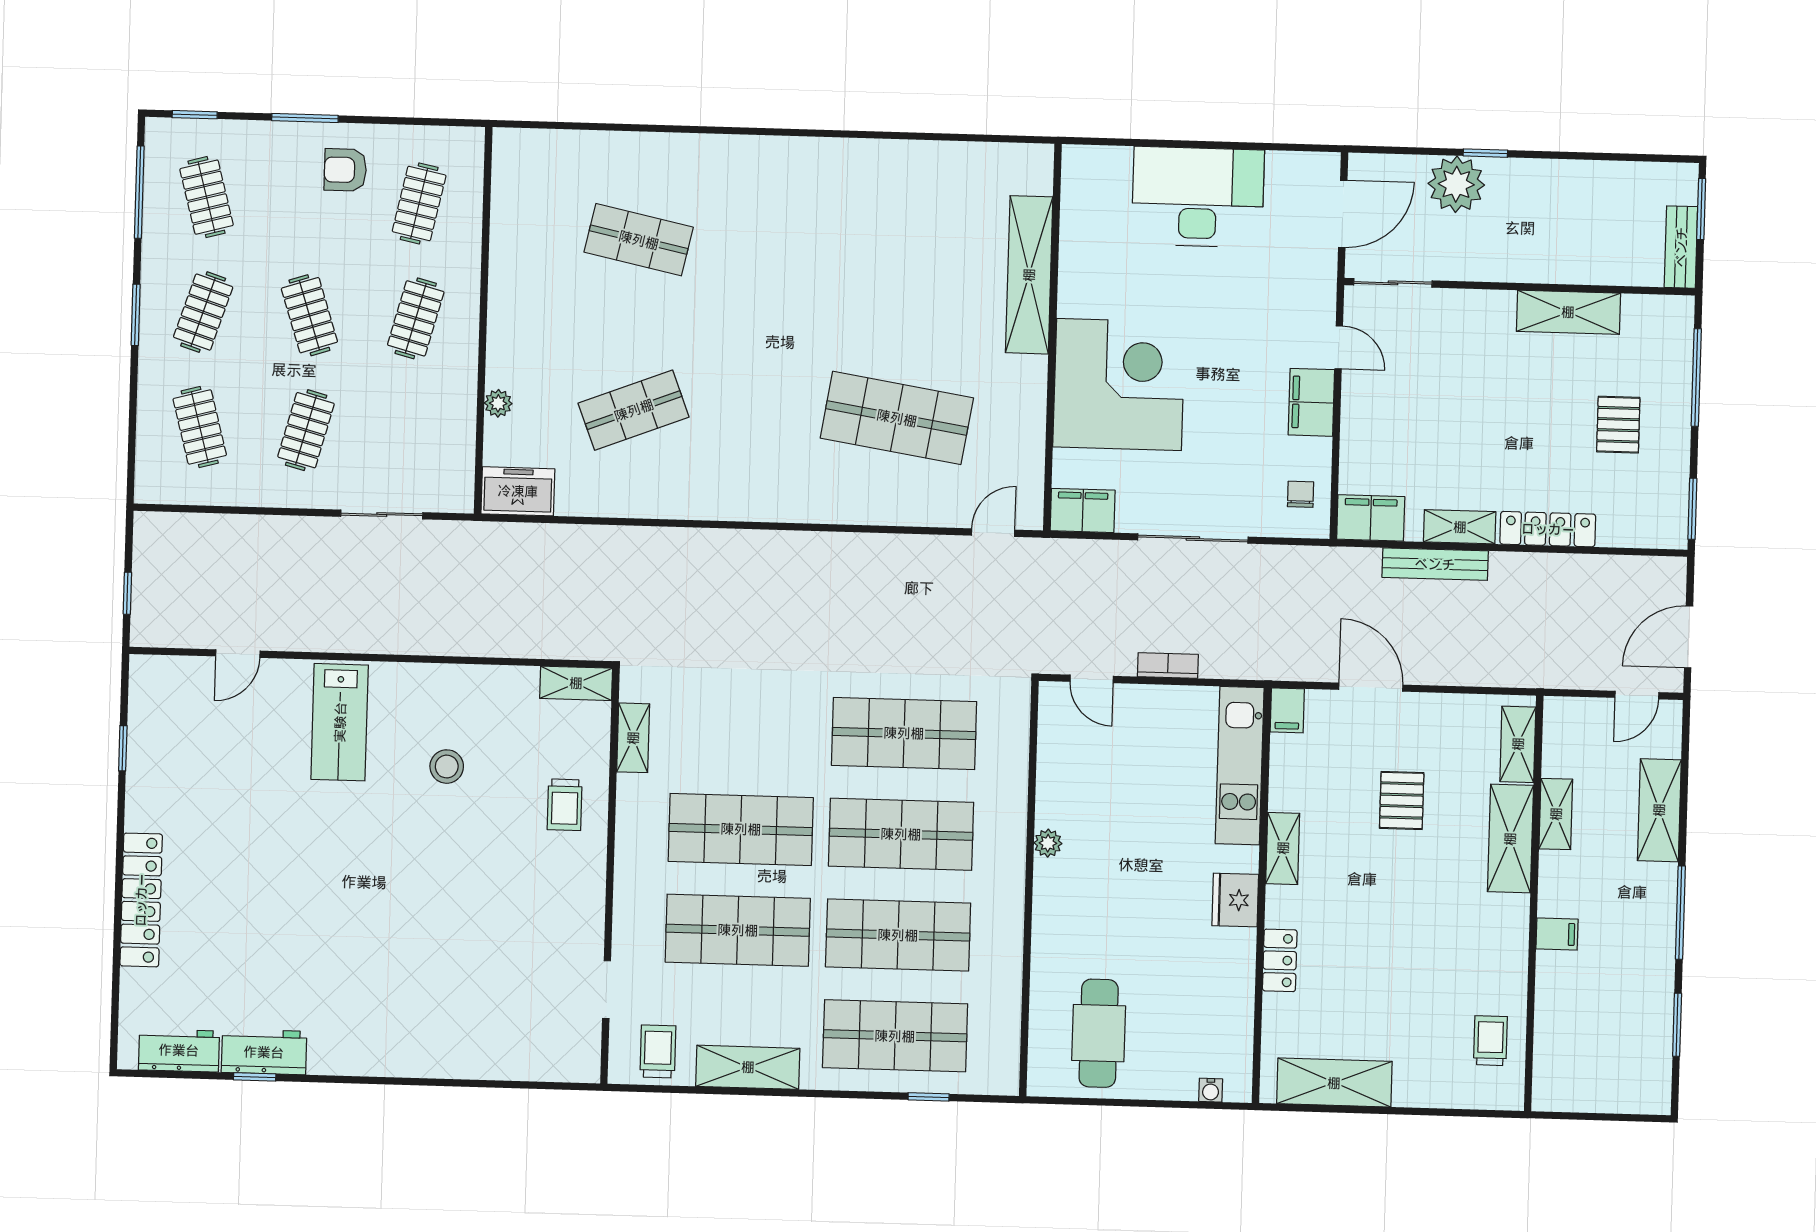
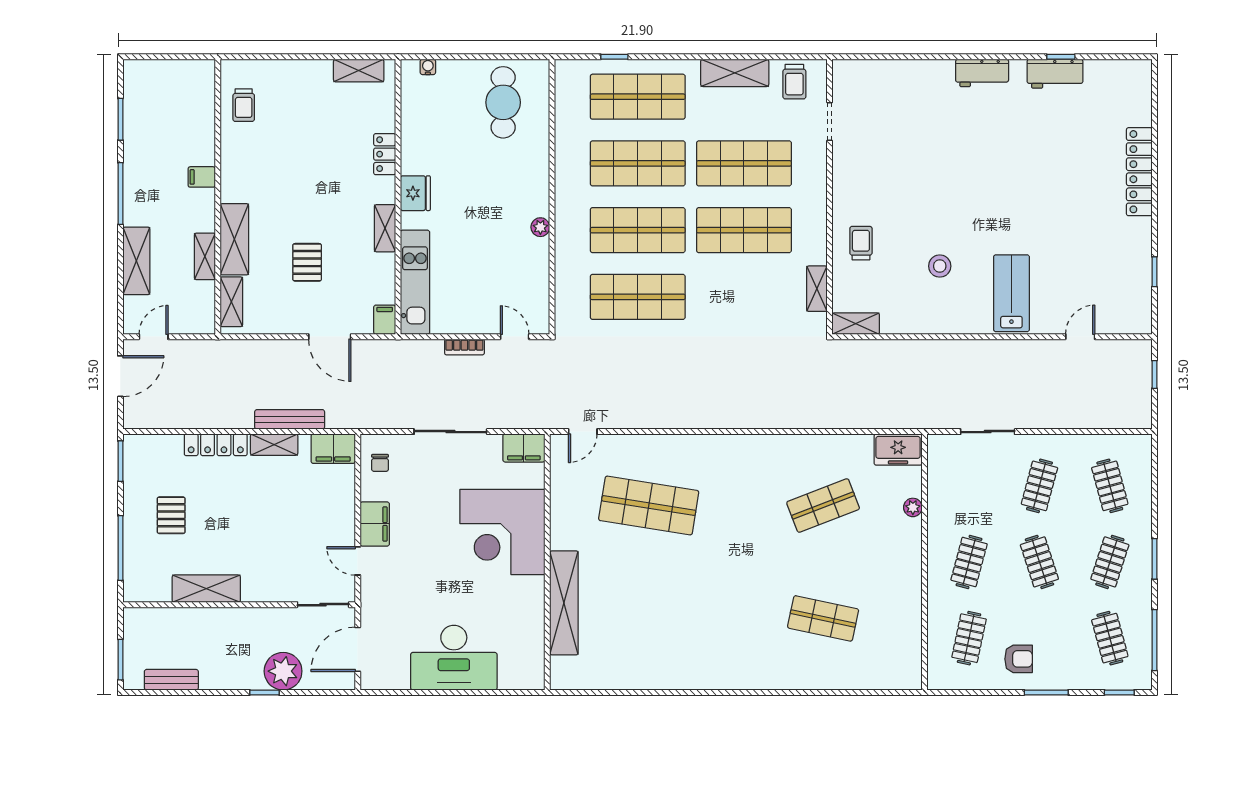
bench: (1681, 247) -> (171, 680), moved, turned 90
workbench: (179, 1050) -> (982, 73), moved
shelving: (1334, 1083) -> (359, 71), width x0.67, depth x0.75

